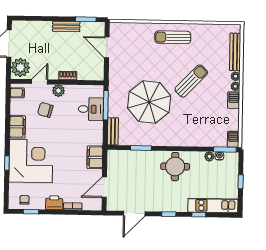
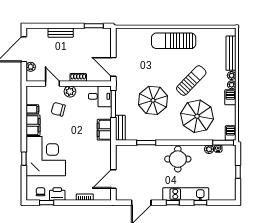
bench: (66, 27) -> (61, 33), moved
sun lounger: (173, 37) -> (174, 41), width x1.36, depth x1.34
door: (107, 47) -> (113, 67), moved
plant: (20, 68) -> (31, 67), width x0.53, depth x0.53
door: (40, 82) -> (52, 84), hinge flipped
filing cabinet: (17, 93) -> (32, 109), moved
parasol: (149, 102) -> (153, 100), width x0.73, depth x0.73
desk: (91, 109) -> (100, 96), moved
parasol: (197, 120) -> (197, 116), added
filing cabinet: (95, 157) -> (104, 130), moved
printer: (54, 203) -> (57, 194), moved
kitchen unit: (213, 205) -> (186, 194), moved

